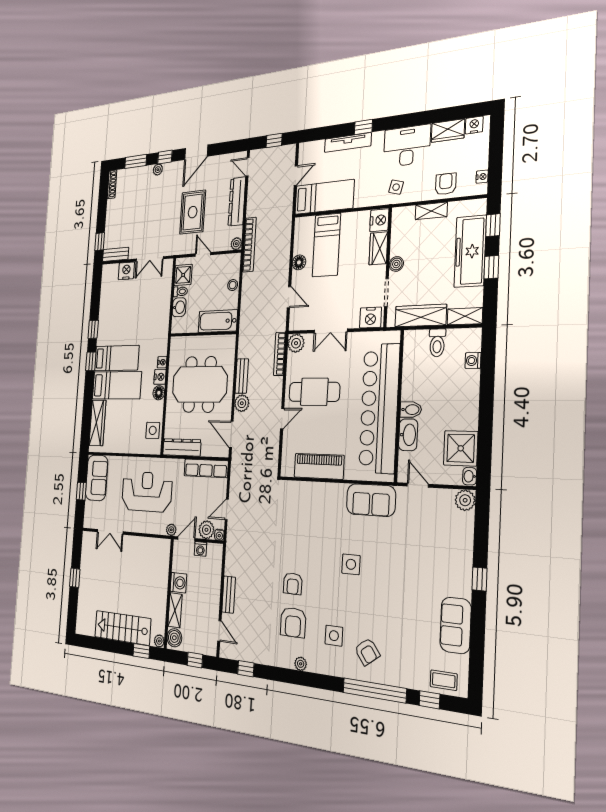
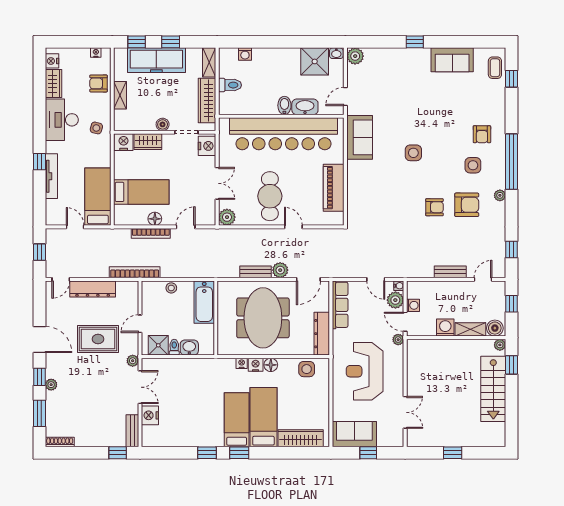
plant: (236, 244) -> (133, 361), moved
bookcase: (280, 354) -> (151, 233), moved
armchair: (367, 652) -> (482, 134), turned 127
window: (374, 690) -> (511, 162), moved

